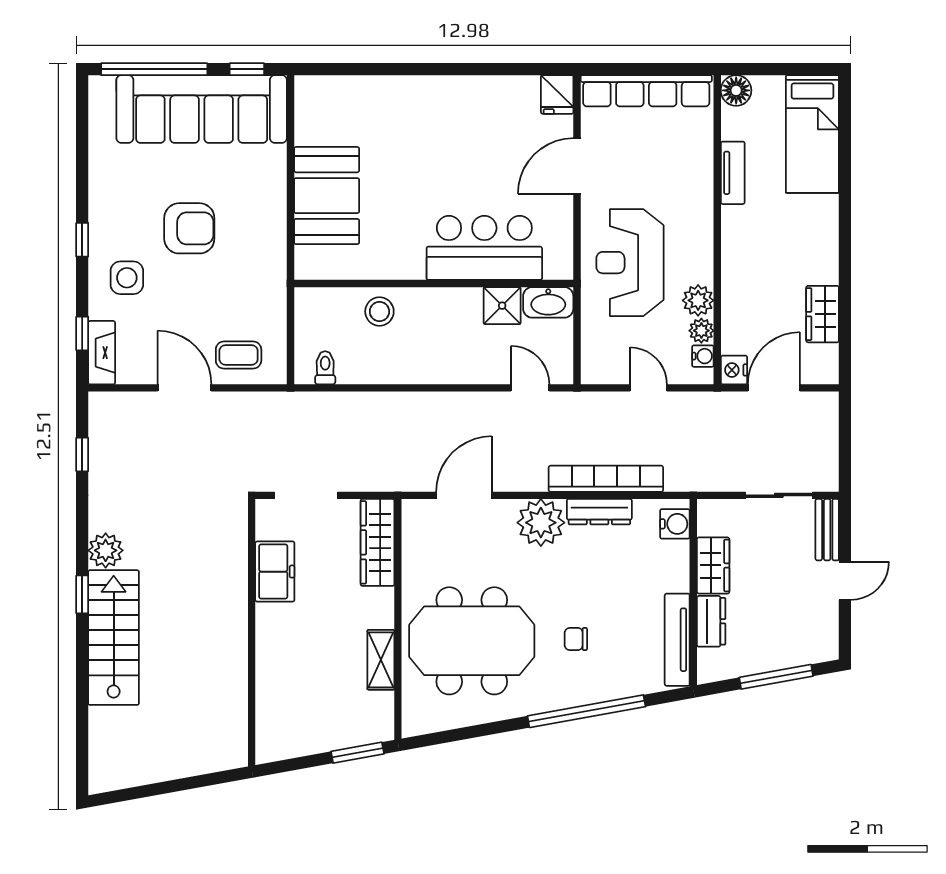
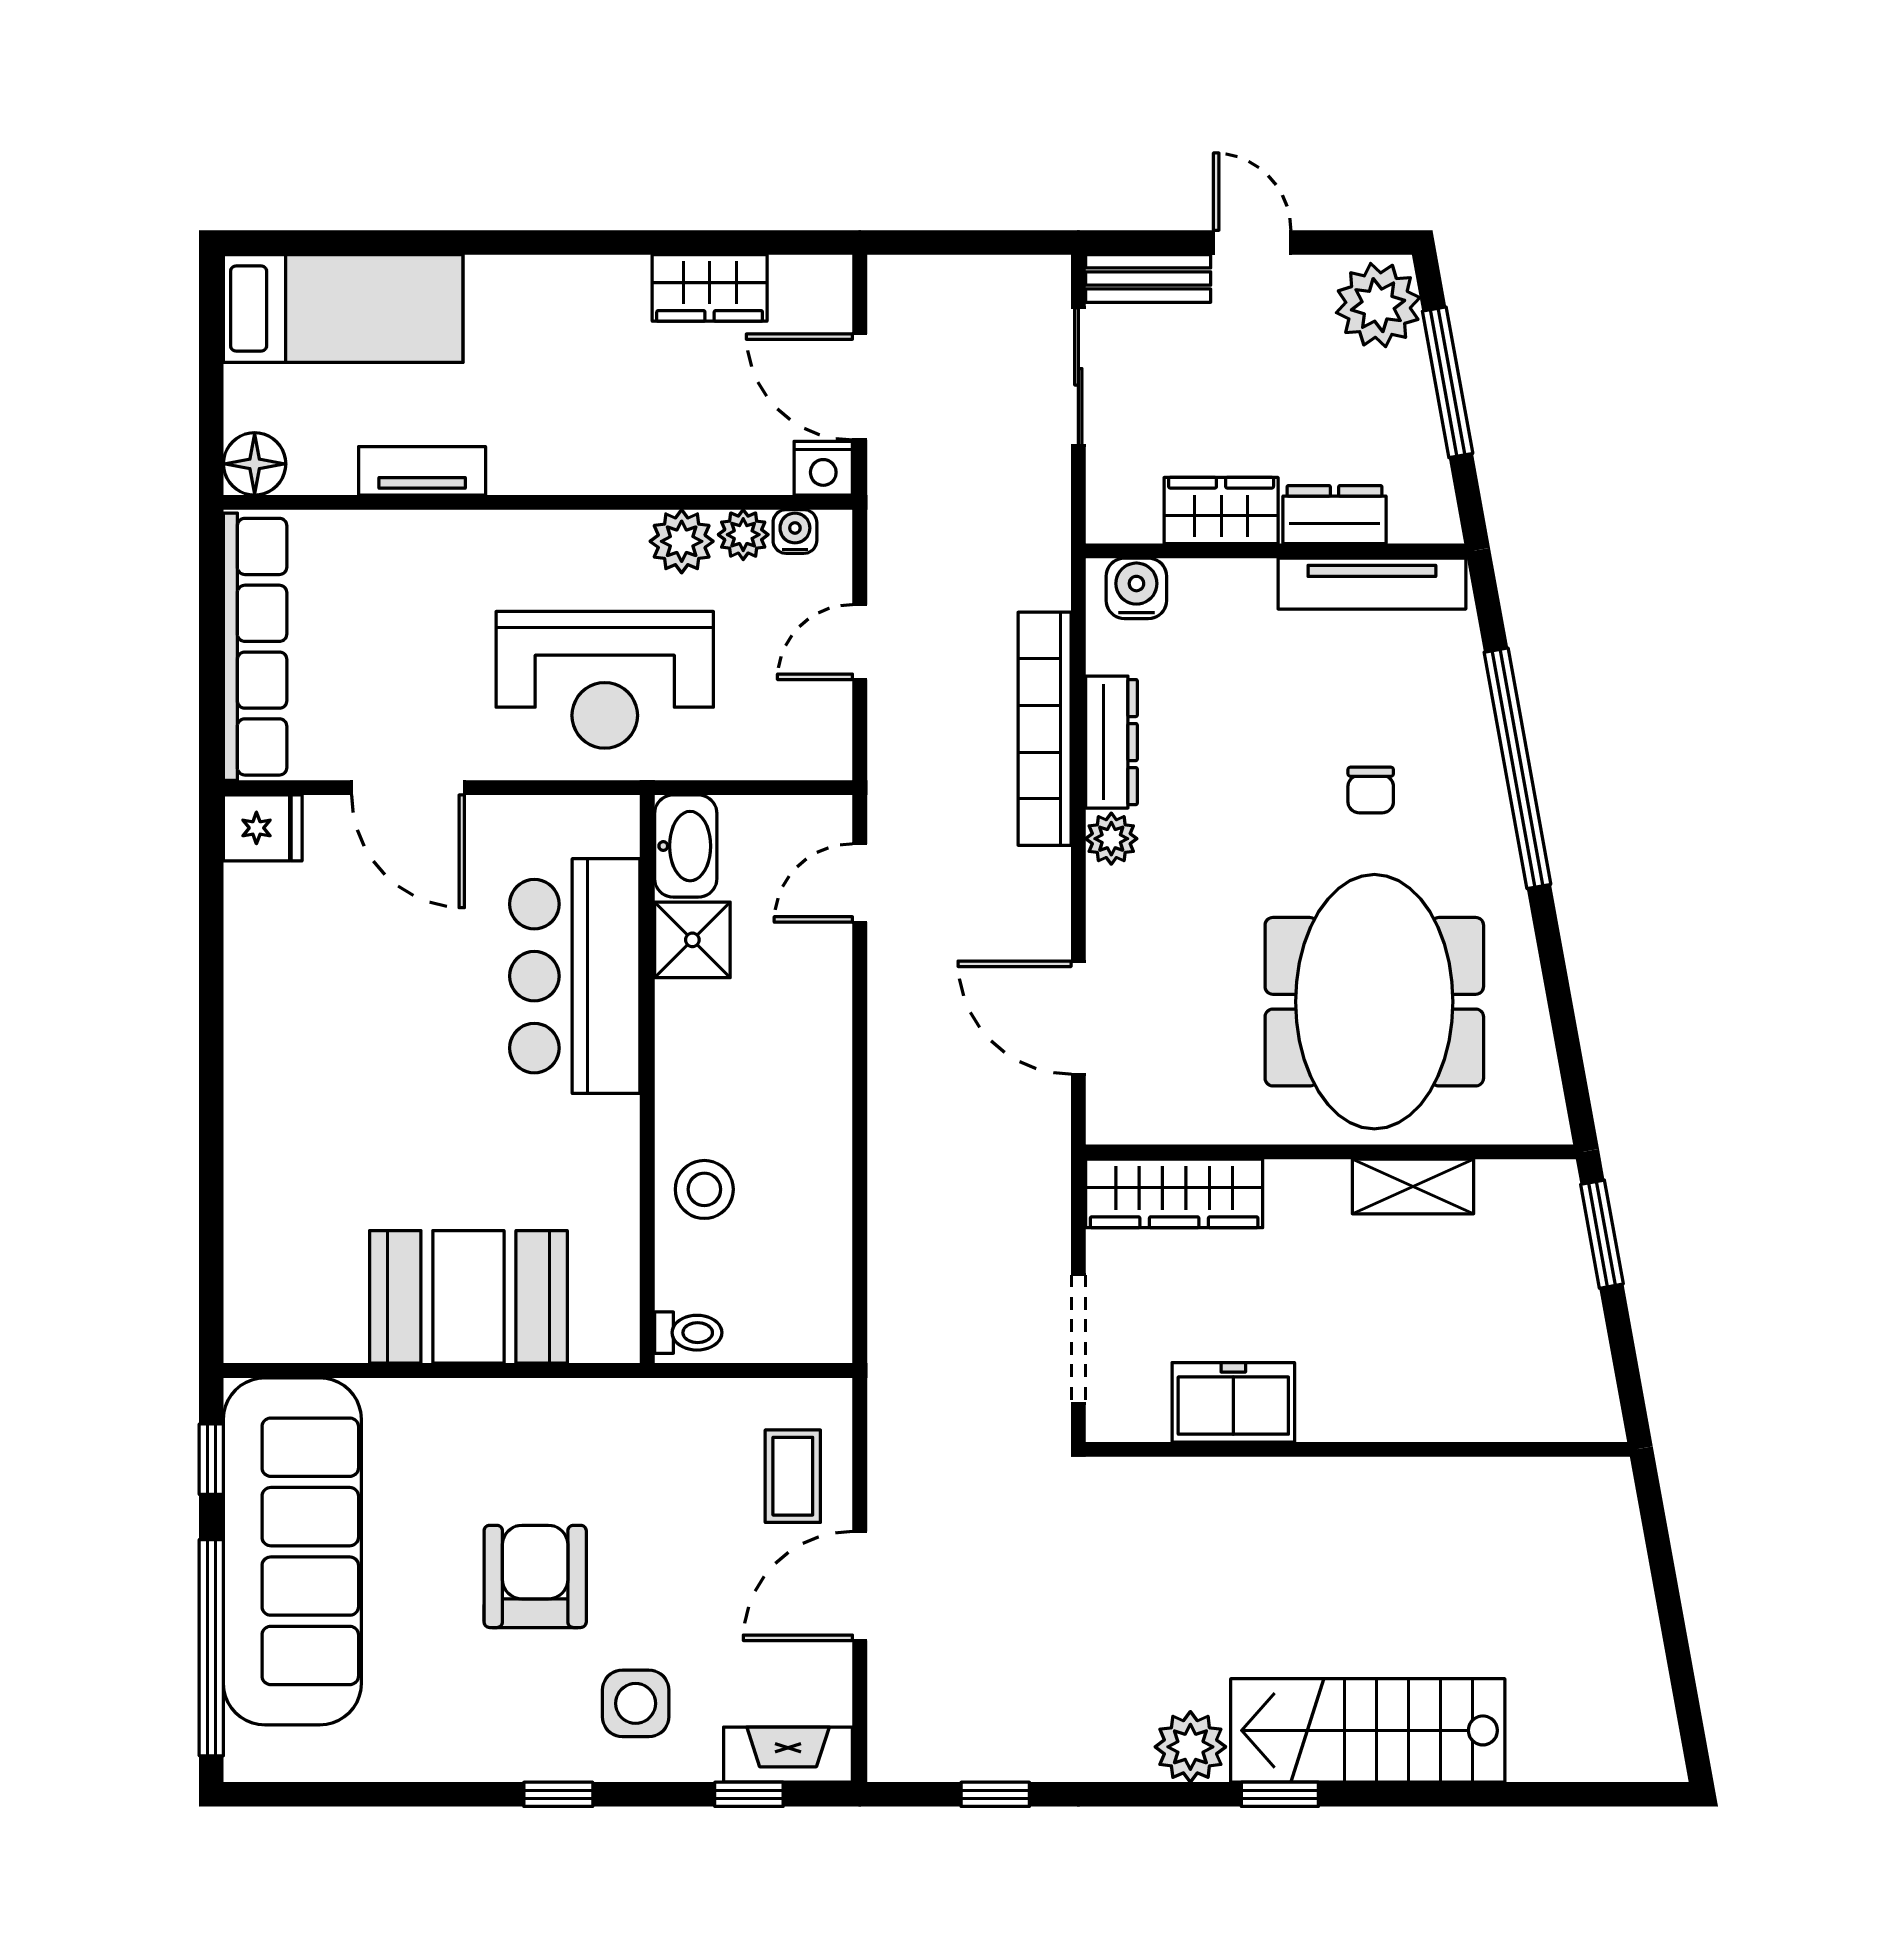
toilet: (325, 368) -> (688, 1333), moved, turned 180
plant: (541, 523) -> (1111, 839), width x0.53, depth x0.53
plant: (814, 643) -> (1378, 305), added

